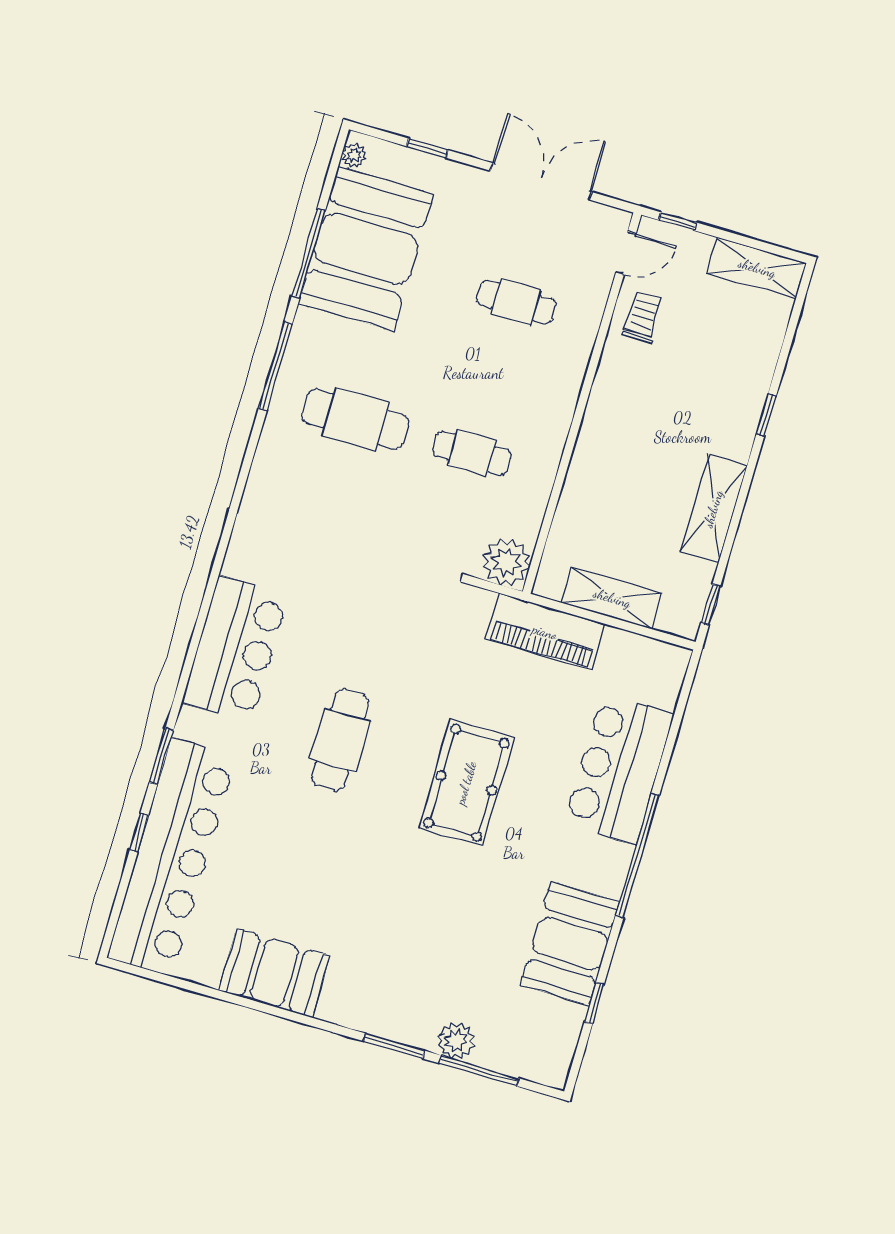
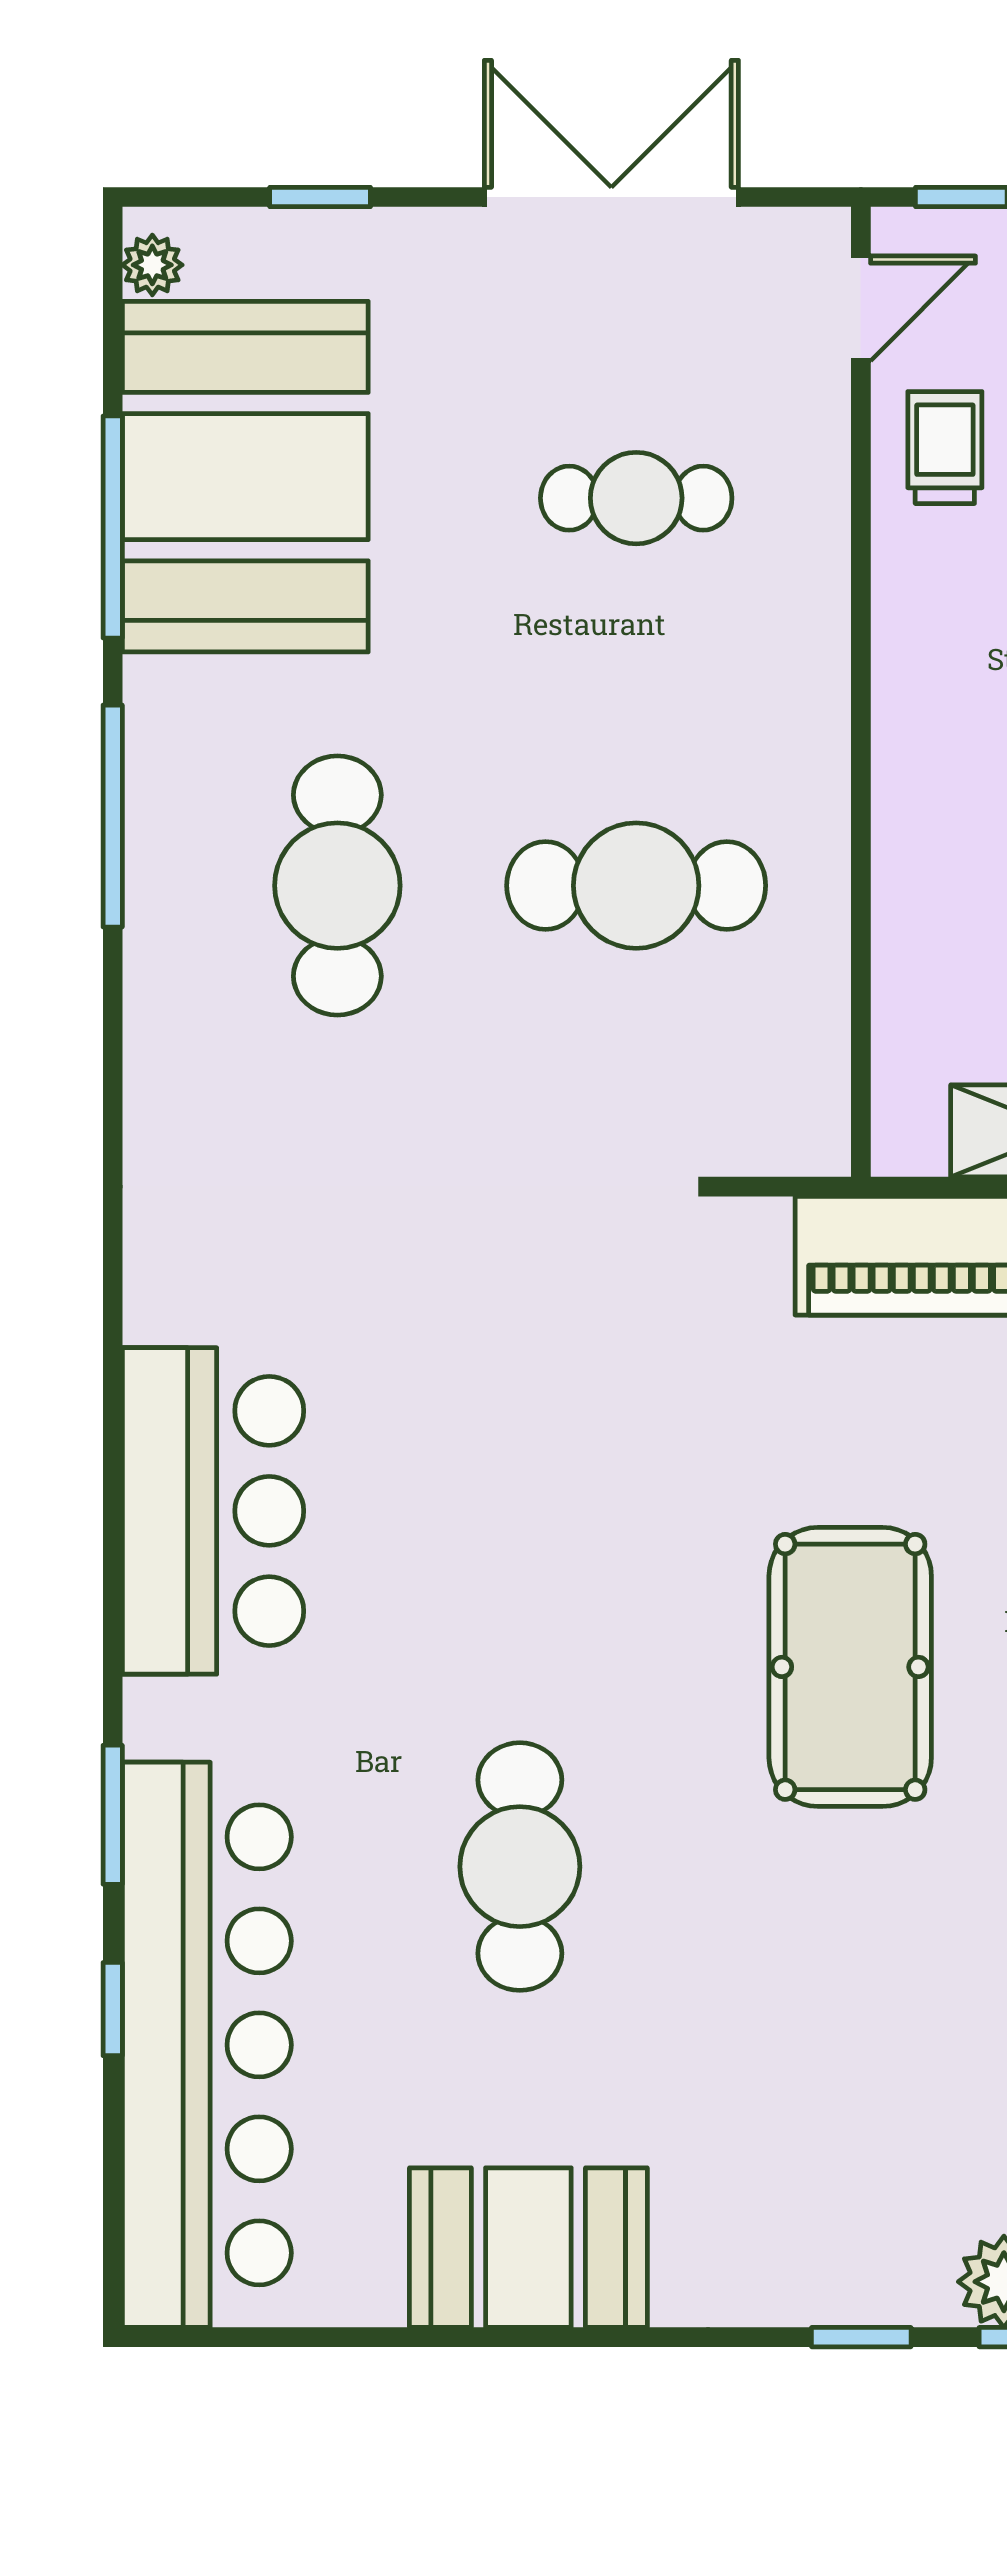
cafe table: (355, 419) -> (337, 886), turned 90
cafe table: (472, 453) -> (636, 886), width x1.37, depth x1.35
plant: (507, 562) -> (793, 1118), removed
cafe table: (340, 740) -> (520, 1867), moved
window: (394, 1046) -> (861, 2337), width x0.67

